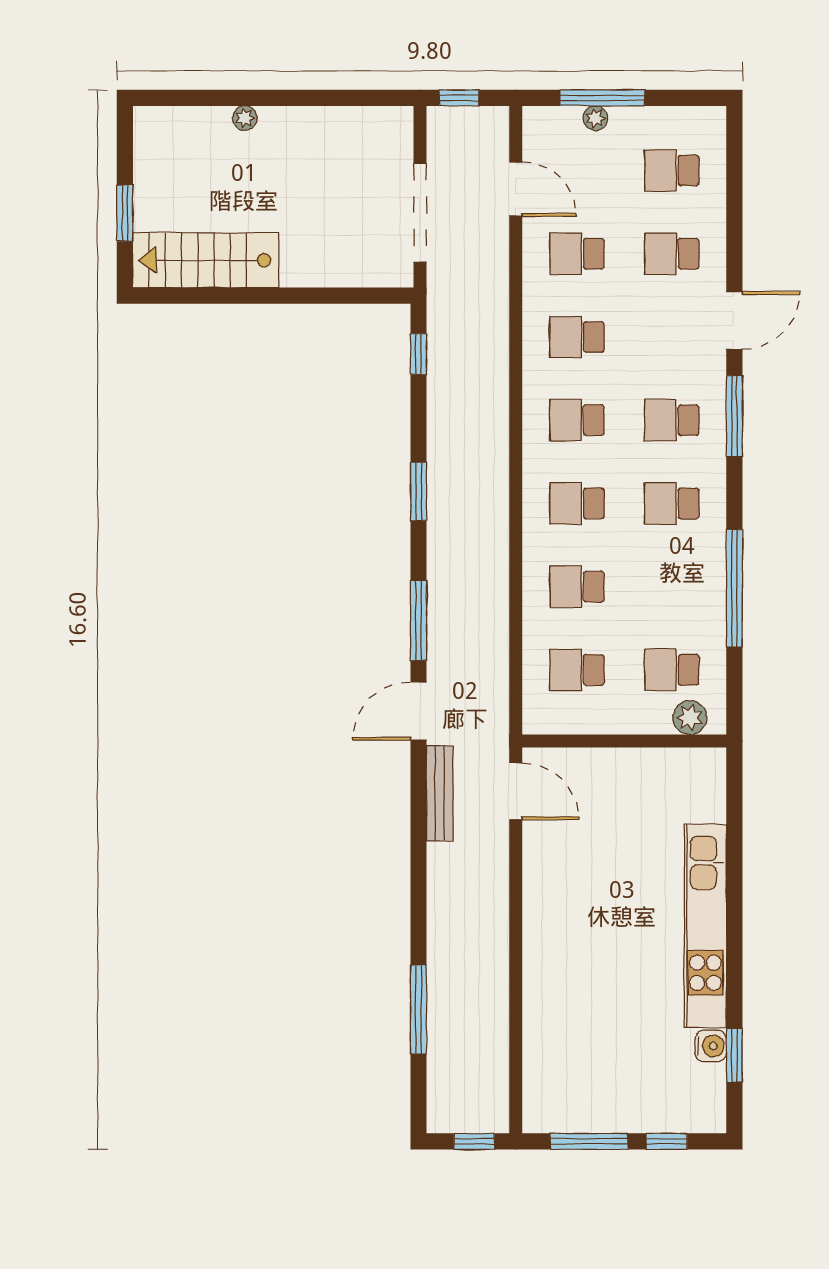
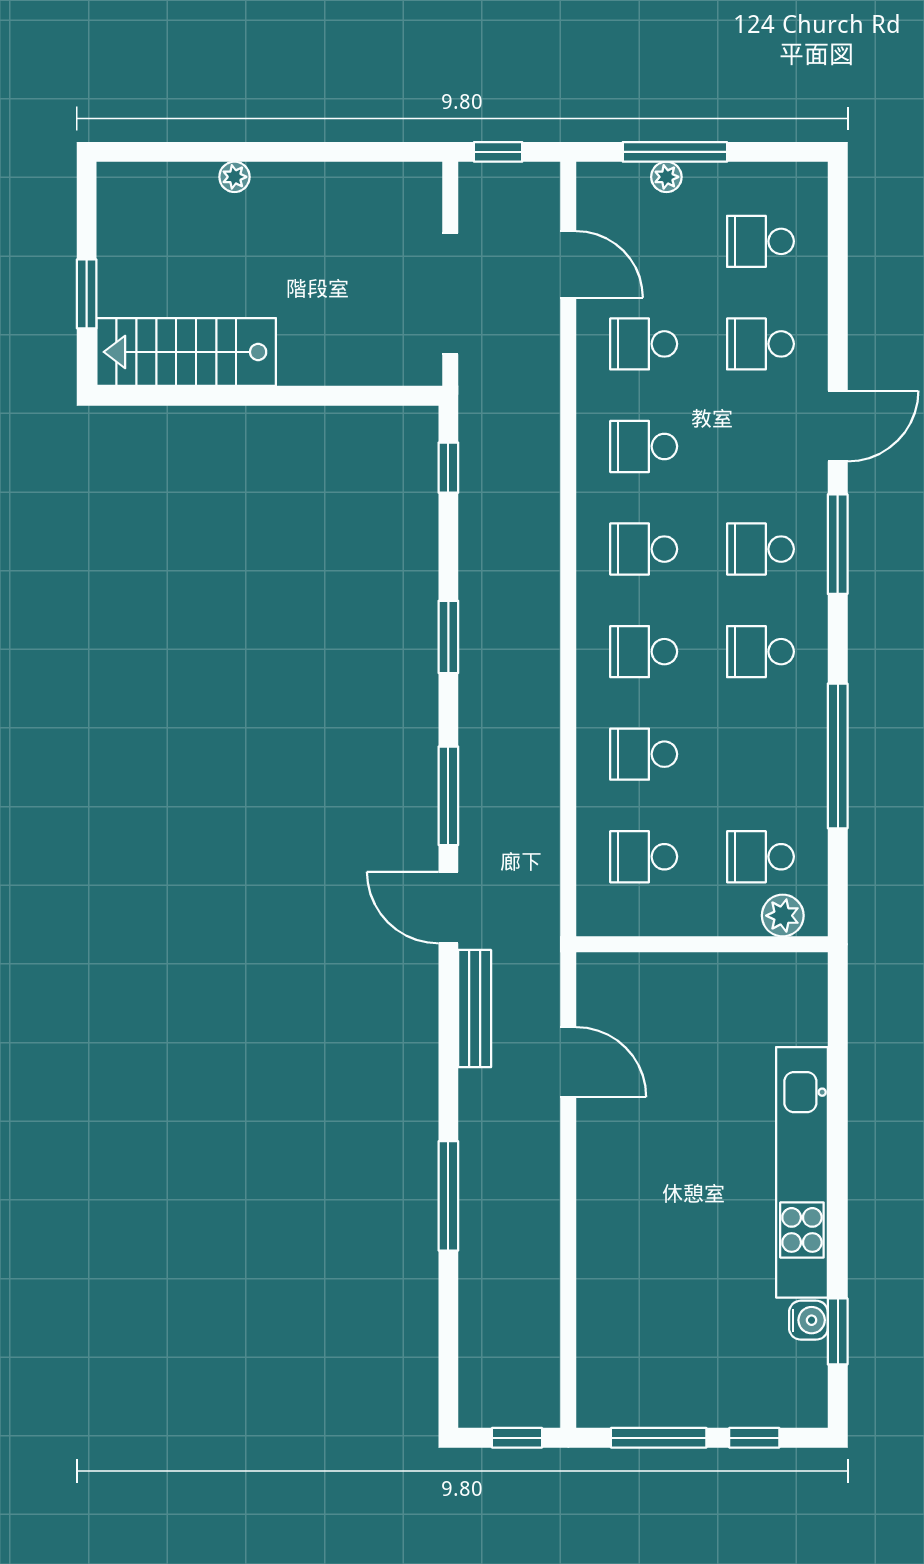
door: (418, 711) -> (448, 908), hinge flipped
door: (516, 791) -> (568, 1062), moved
window: (418, 1010) -> (448, 1196), moved

